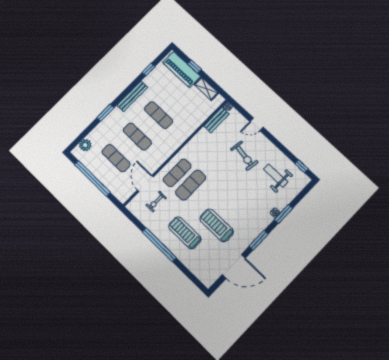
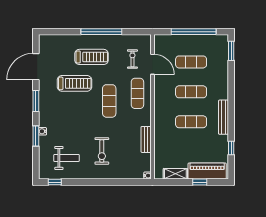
window: (105, 113) -> (231, 51), moved
bench: (216, 120) -> (146, 139), moved
door: (257, 124) -> (115, 182), removed
plant: (85, 145) -> (222, 50), removed
exercise bike: (244, 156) -> (102, 151), turned -99
exercise mat: (191, 185) -> (109, 101), moved

